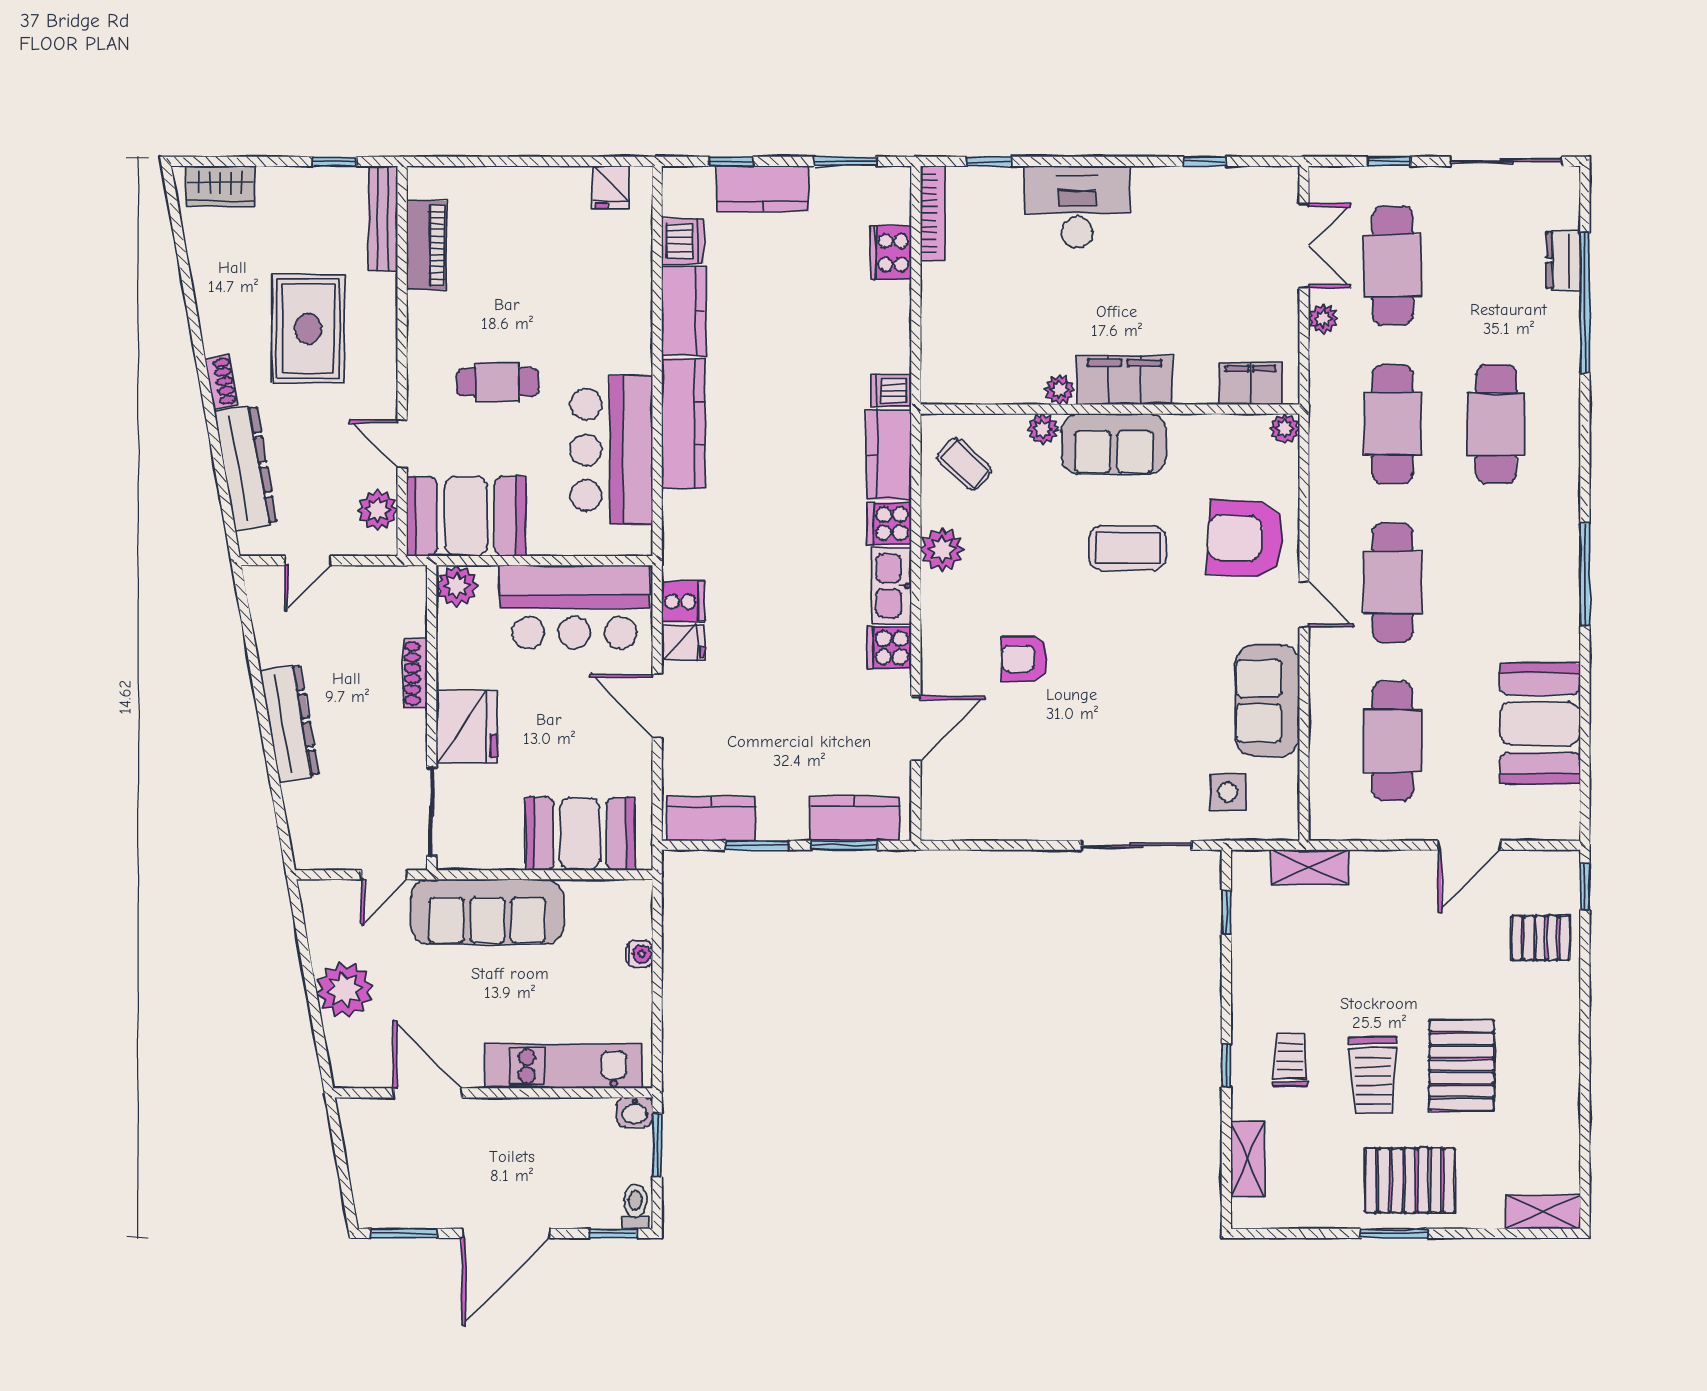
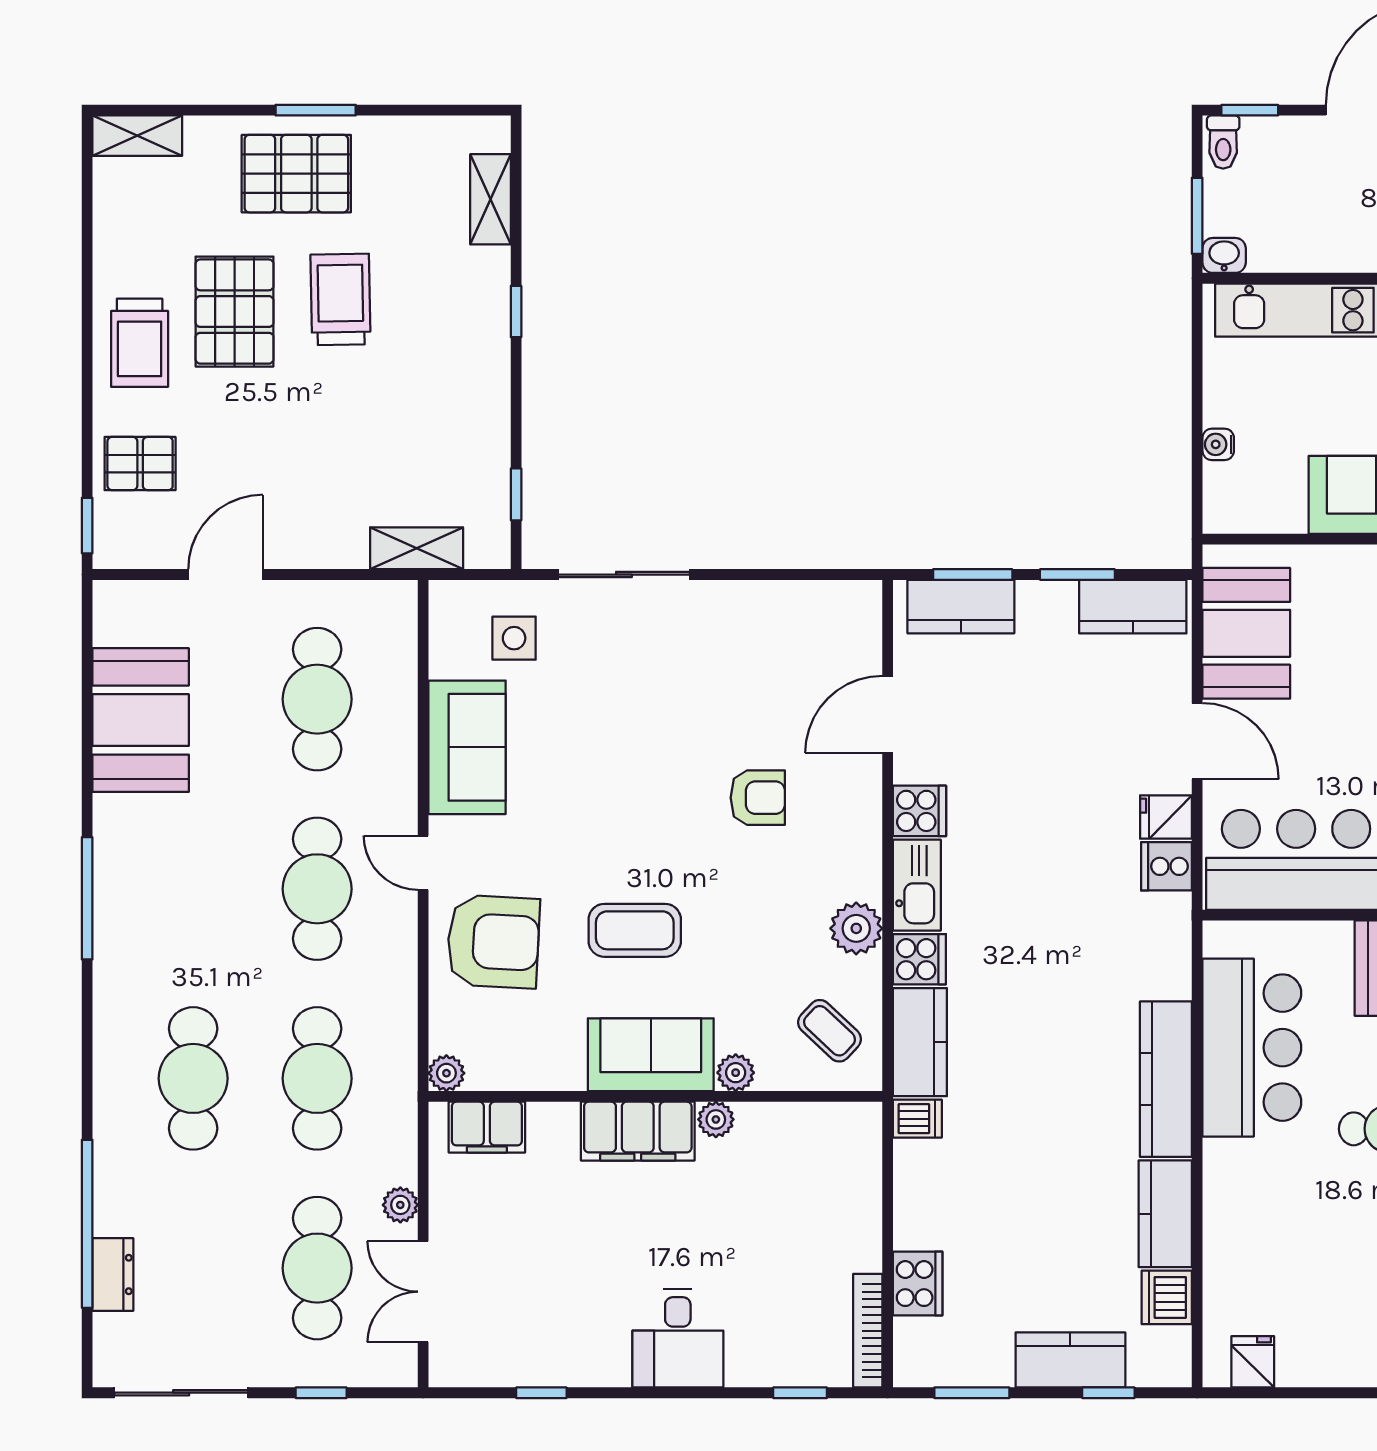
desk: (1077, 207) -> (678, 1338), width x0.73
booth: (580, 834) -> (1246, 633), moved, turned 90
trolley: (1290, 1060) -> (140, 343), moved, width x1.36, depth x1.39

